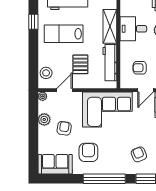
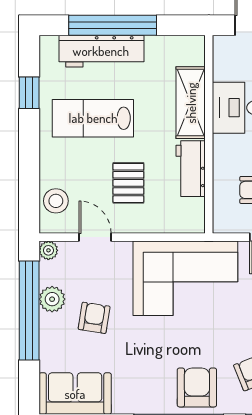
workbench: (110, 63) -> (191, 169), width x0.73
door: (65, 90) -> (95, 237), hinge flipped
window: (33, 125) -> (29, 311), added
armchair: (88, 152) -> (197, 387), moved

